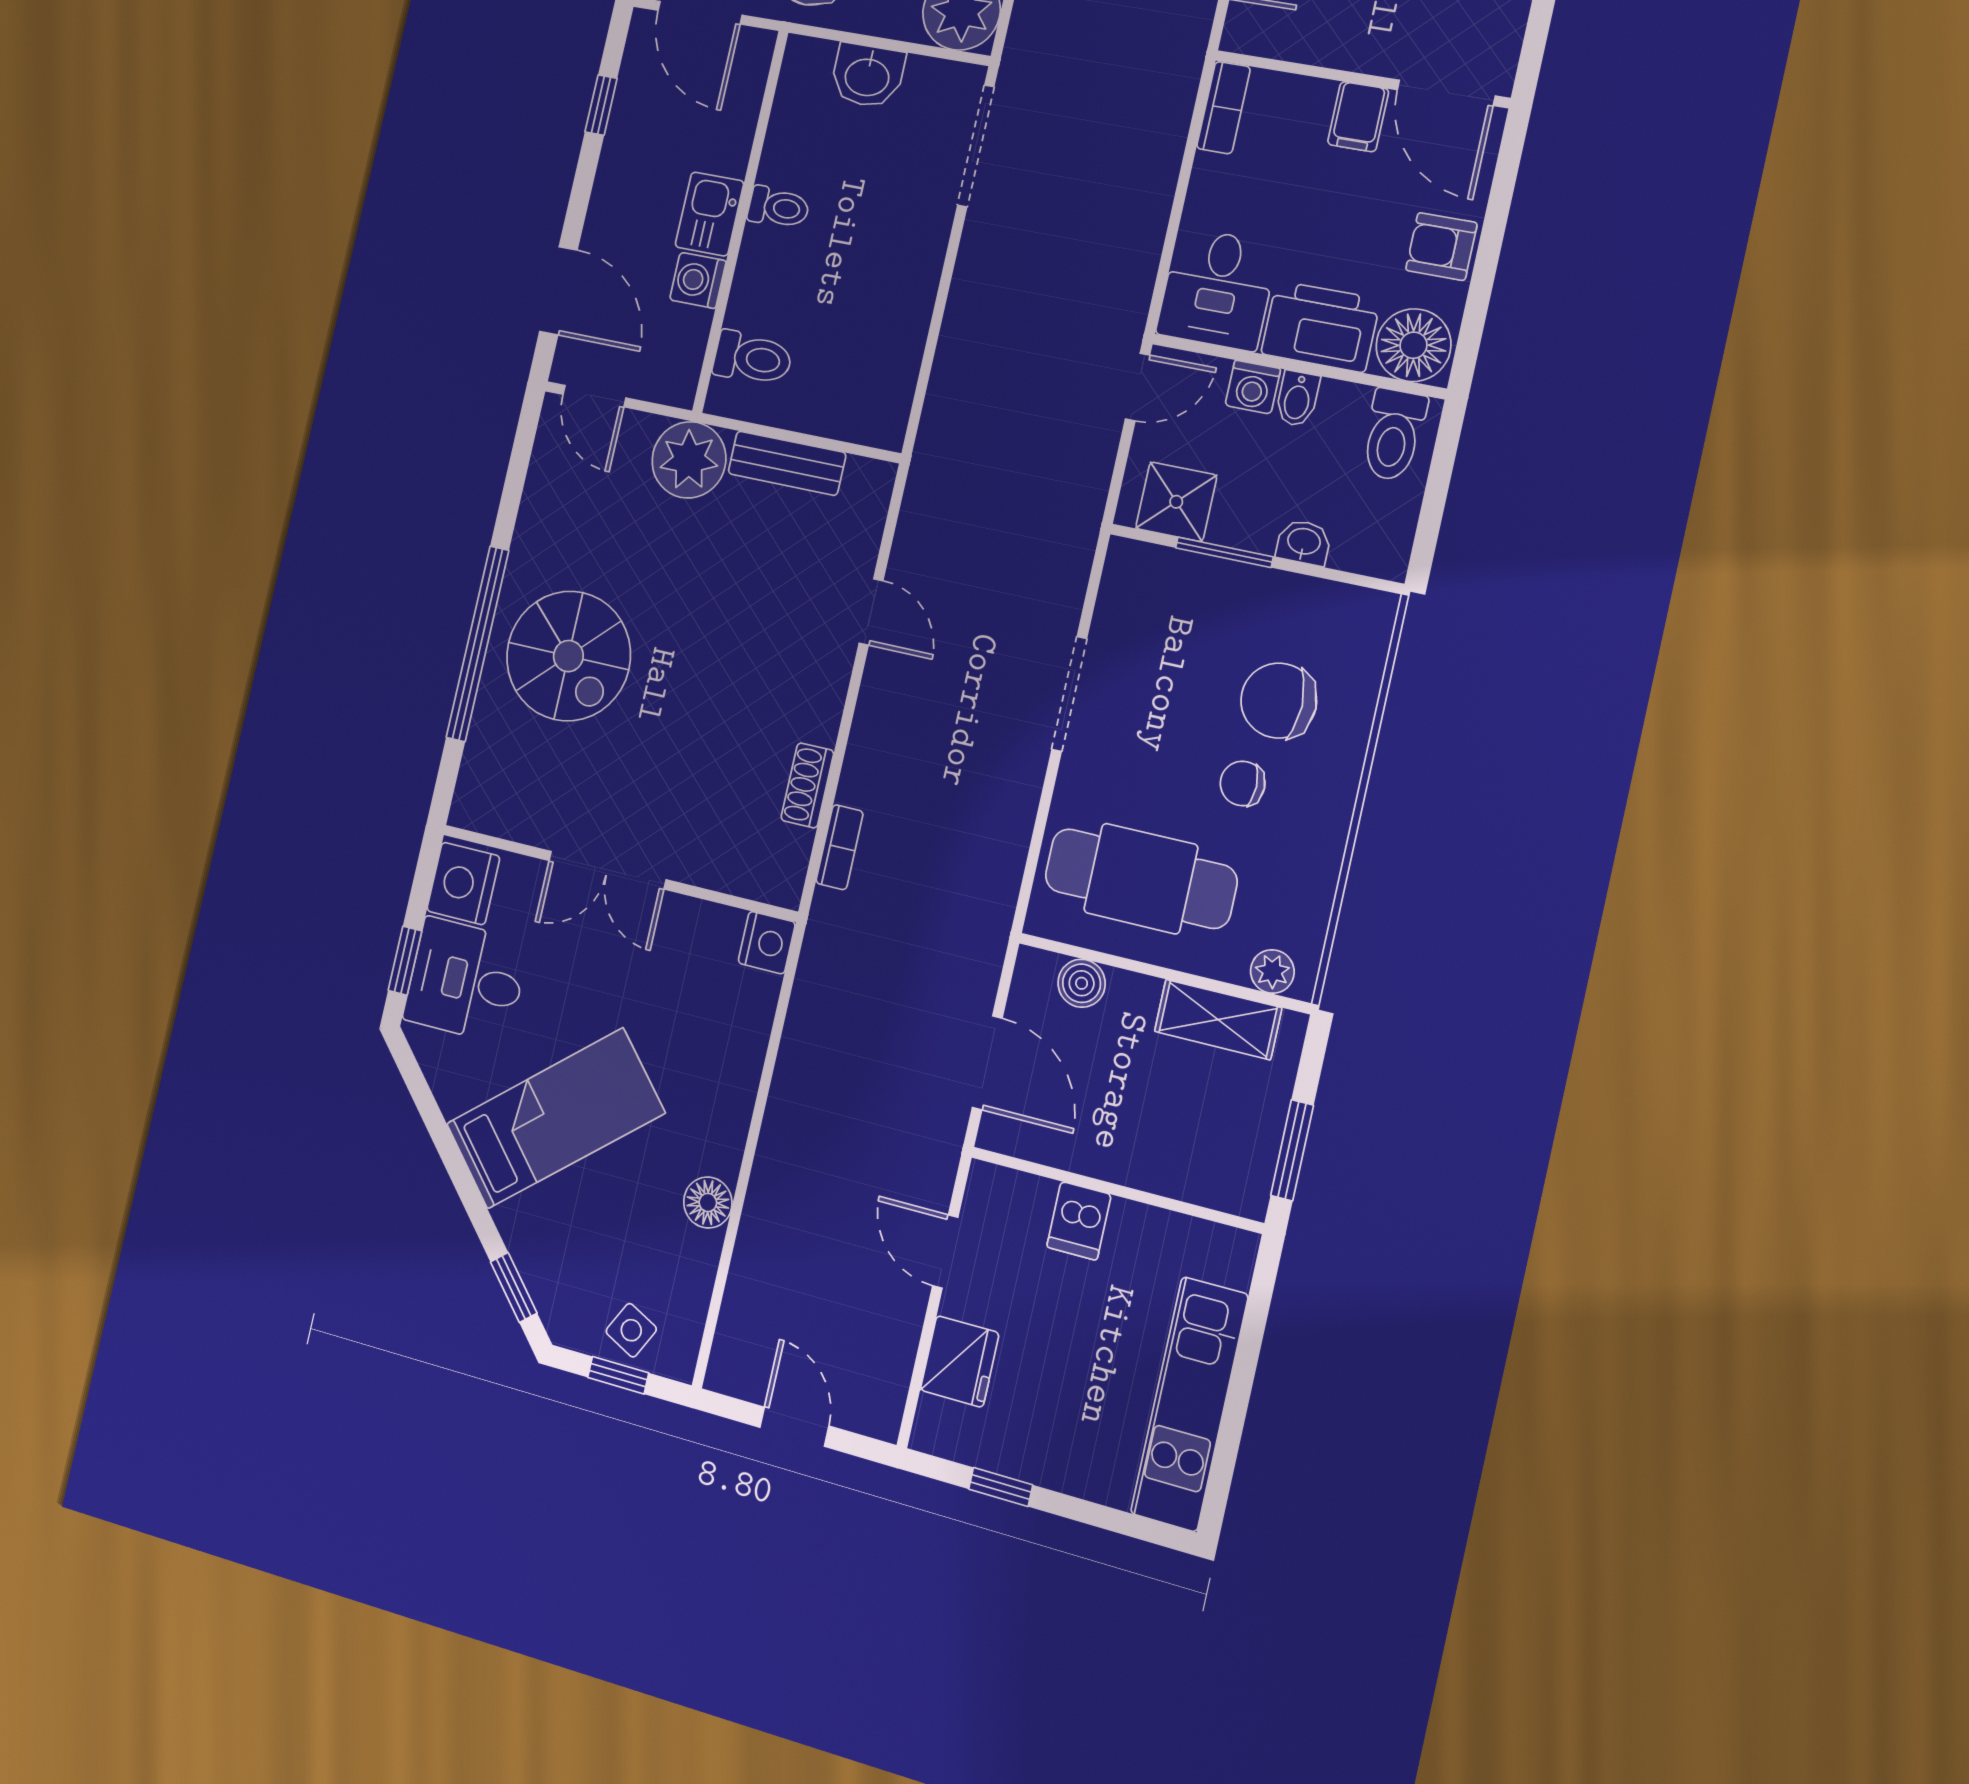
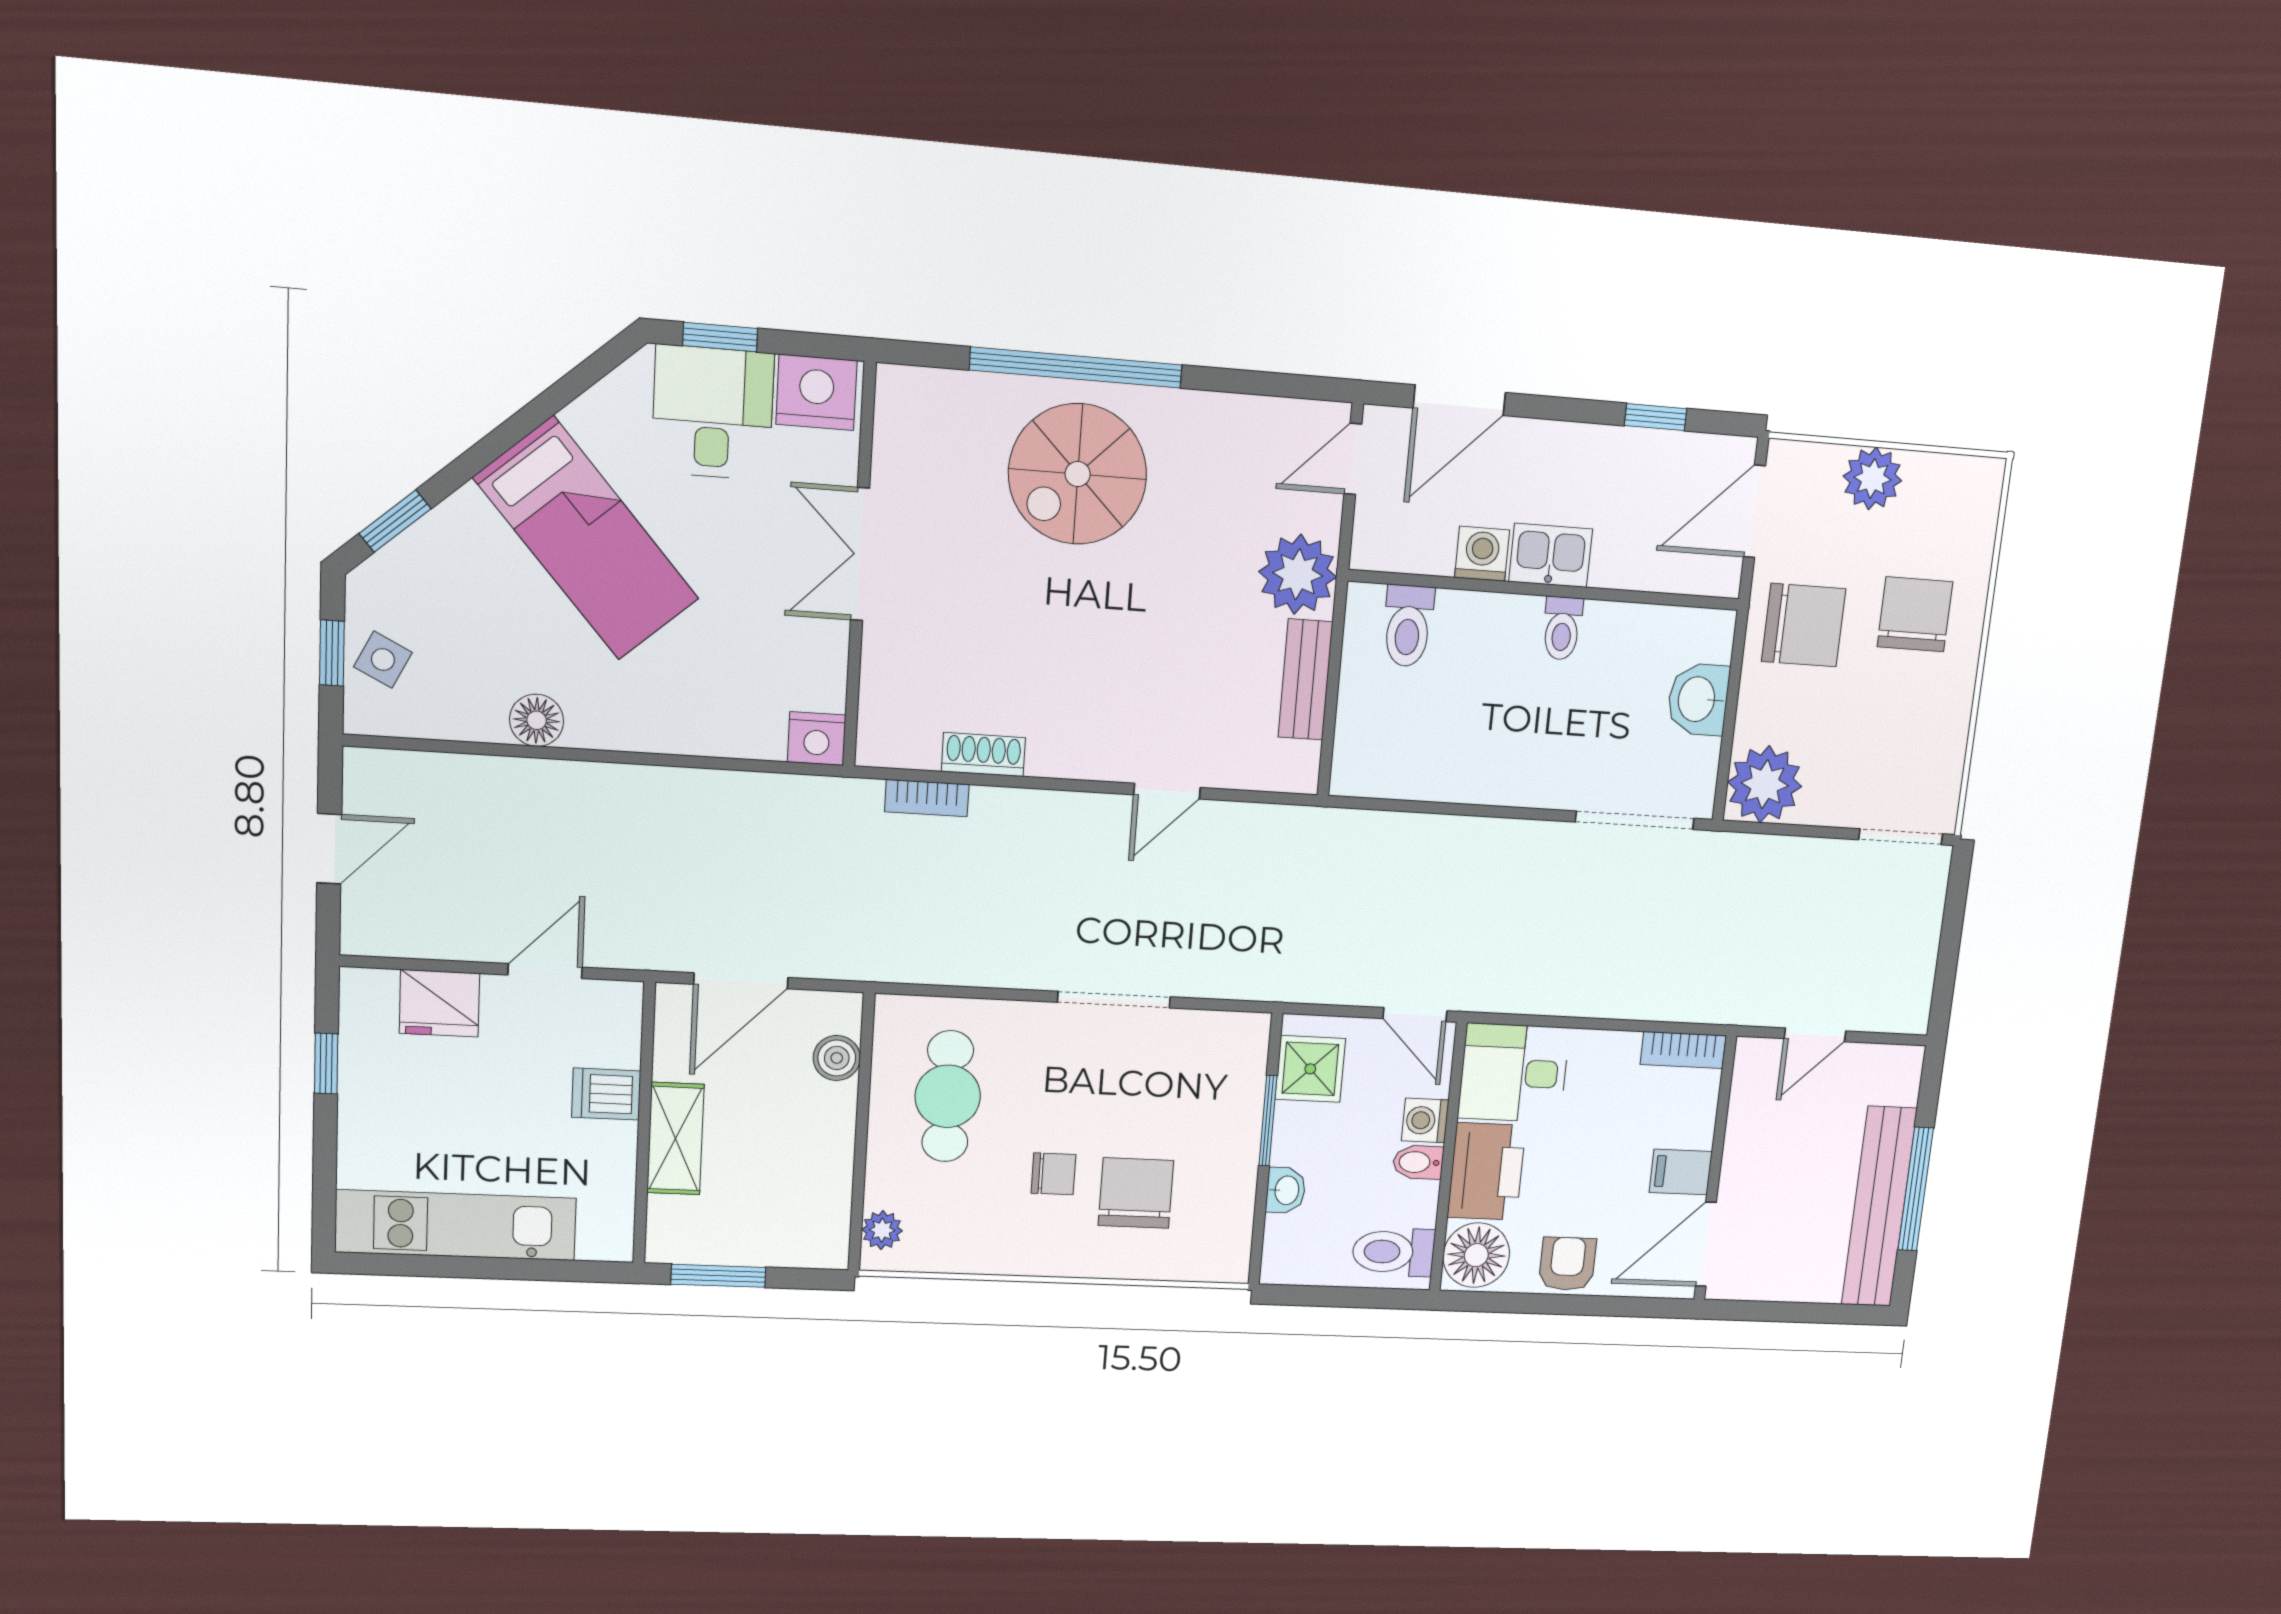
chair: (1243, 783) -> (1053, 1174), turned 90
cafe table: (1141, 879) -> (948, 1096), width x0.73, depth x0.74
shelving: (1218, 1020) -> (675, 1139), moved

